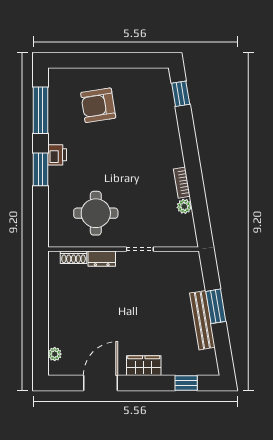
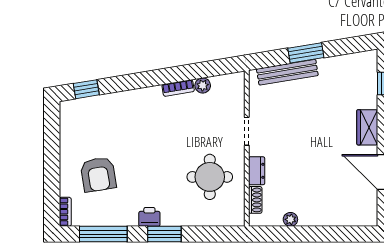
bookcase: (62, 73) -> (65, 212), added
bench: (202, 320) -> (287, 72), moved
plant: (55, 354) -> (290, 219), moved

